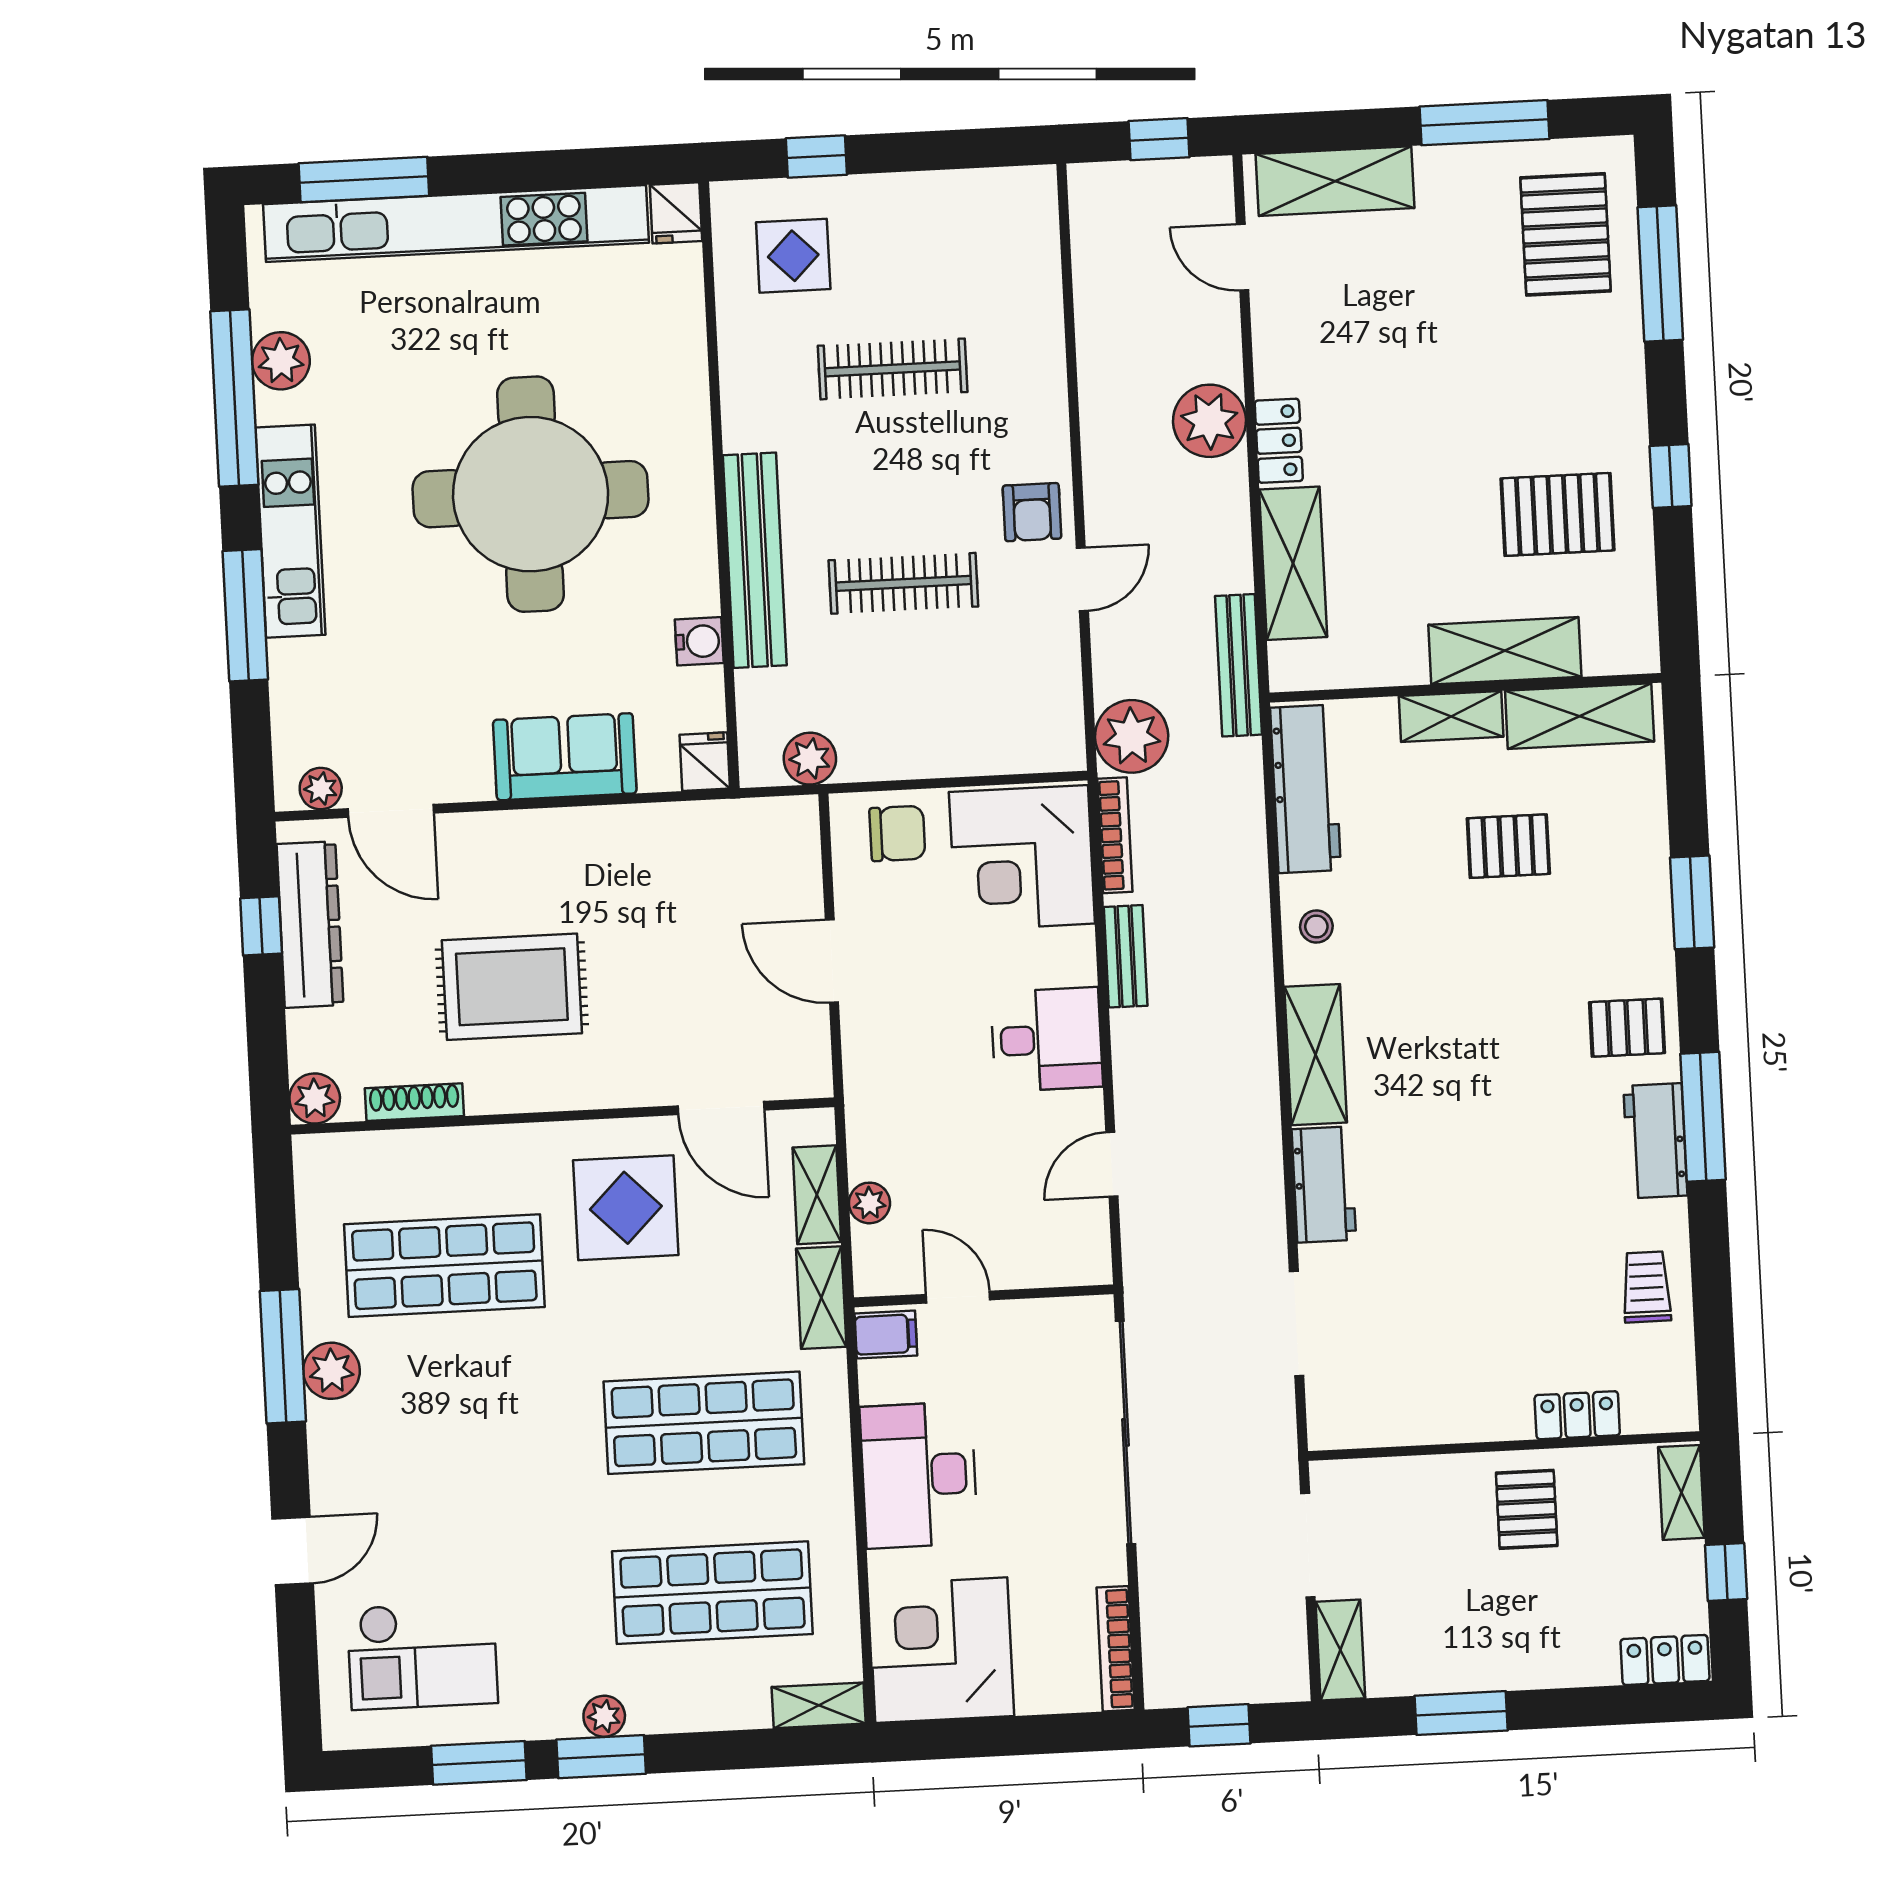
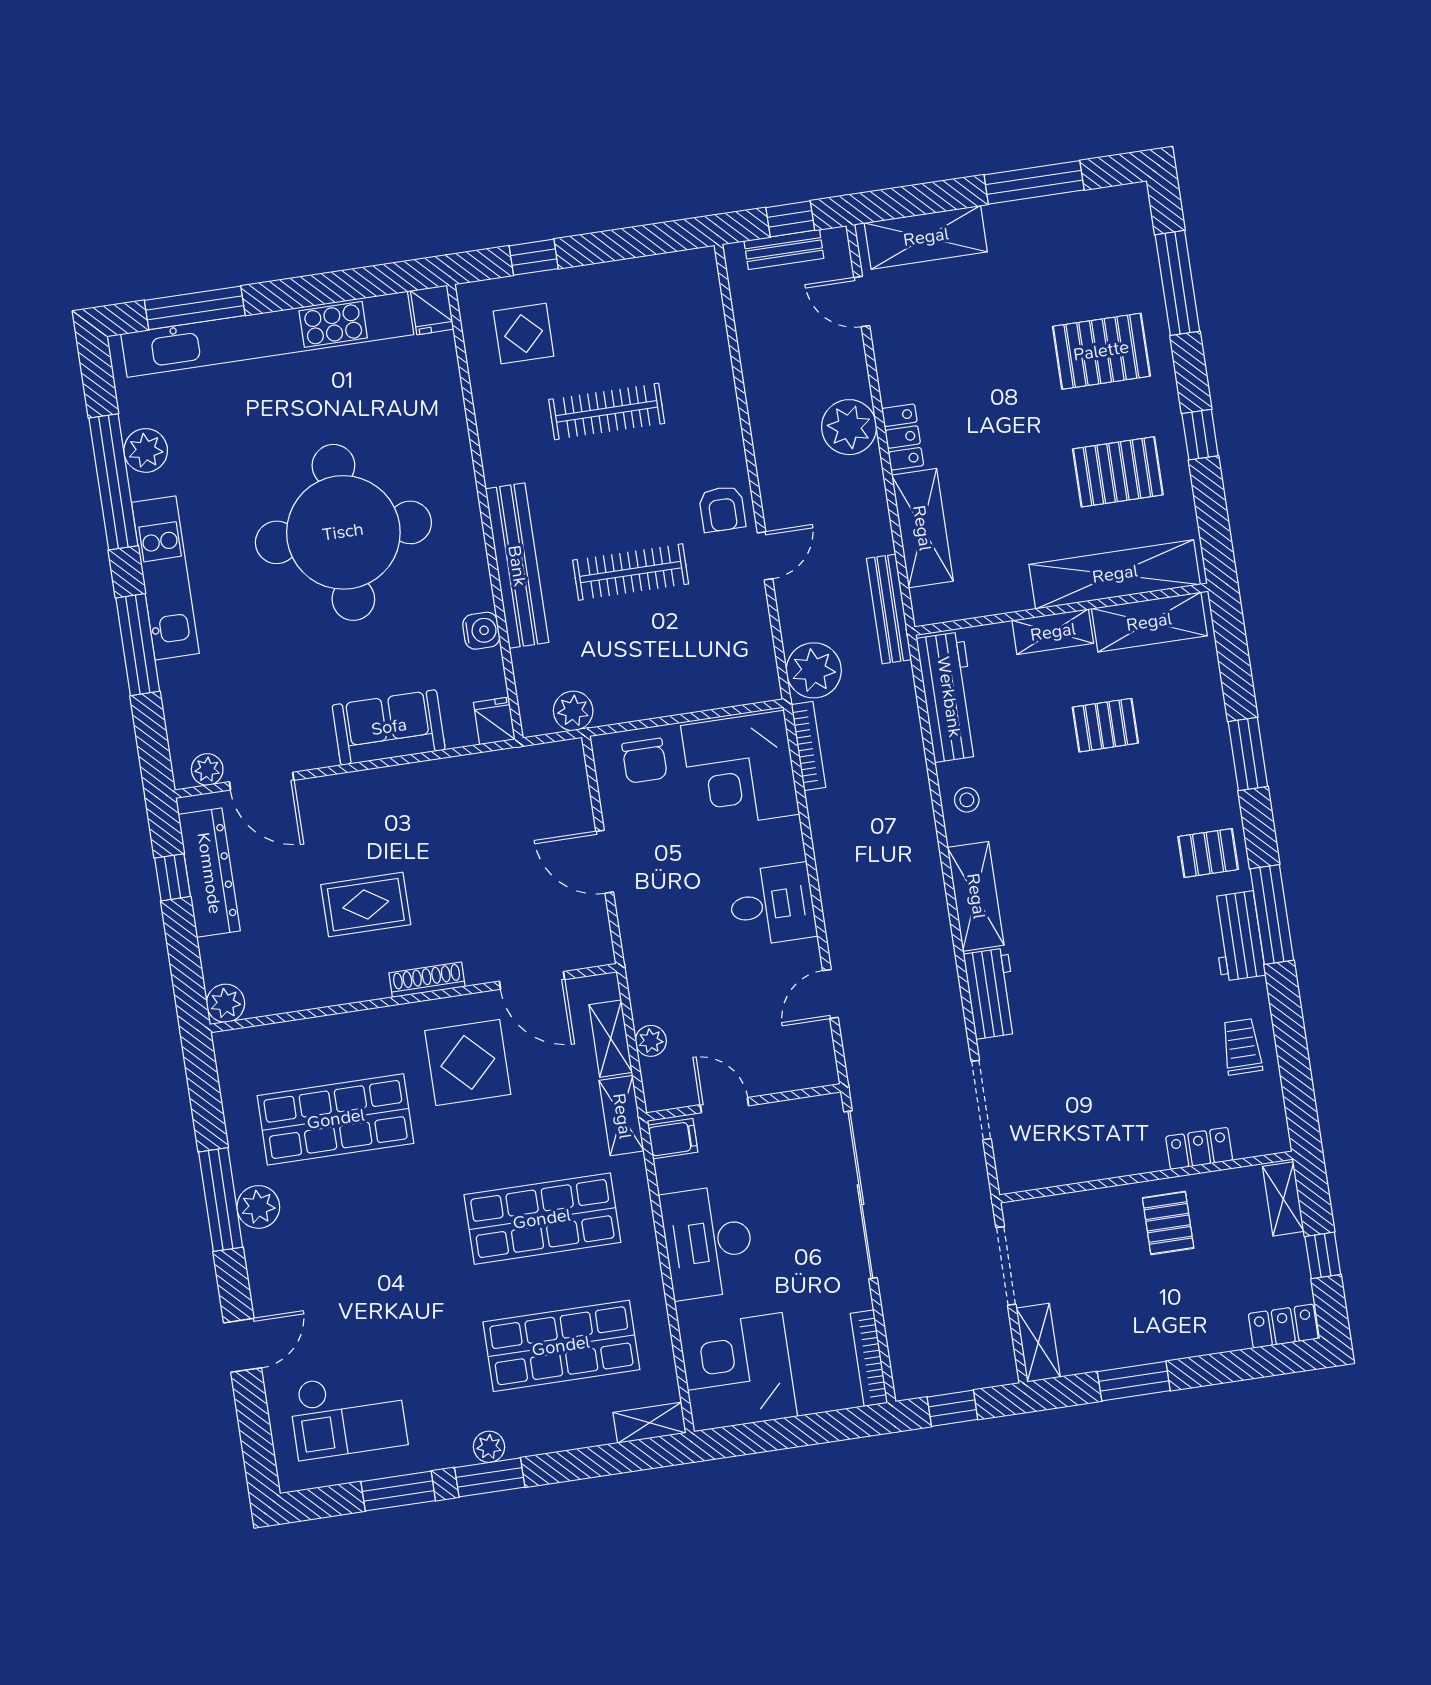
pallet: (1566, 234) -> (1101, 351), moved, turned 90
shelving: (1505, 651) -> (1115, 574), width x1.47
chair: (897, 833) -> (645, 761), turned 90
bench: (1126, 956) -> (784, 250), moved, turned 90
rug: (512, 987) -> (366, 905), width x0.73, depth x0.70
shoe rack: (414, 1102) -> (427, 980), moved

